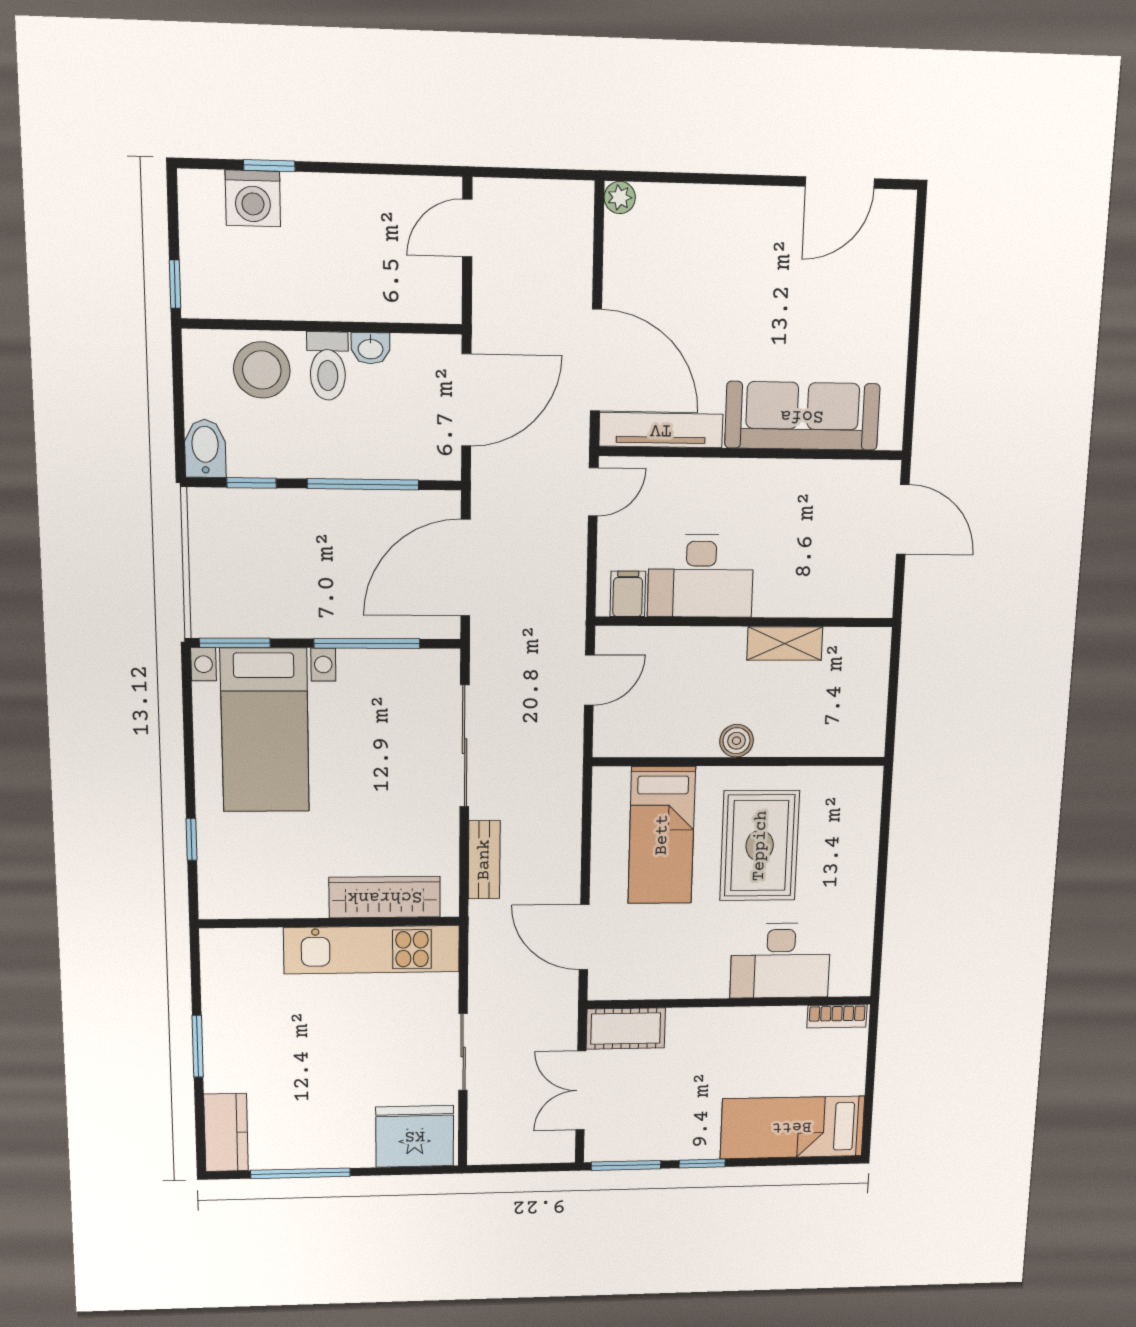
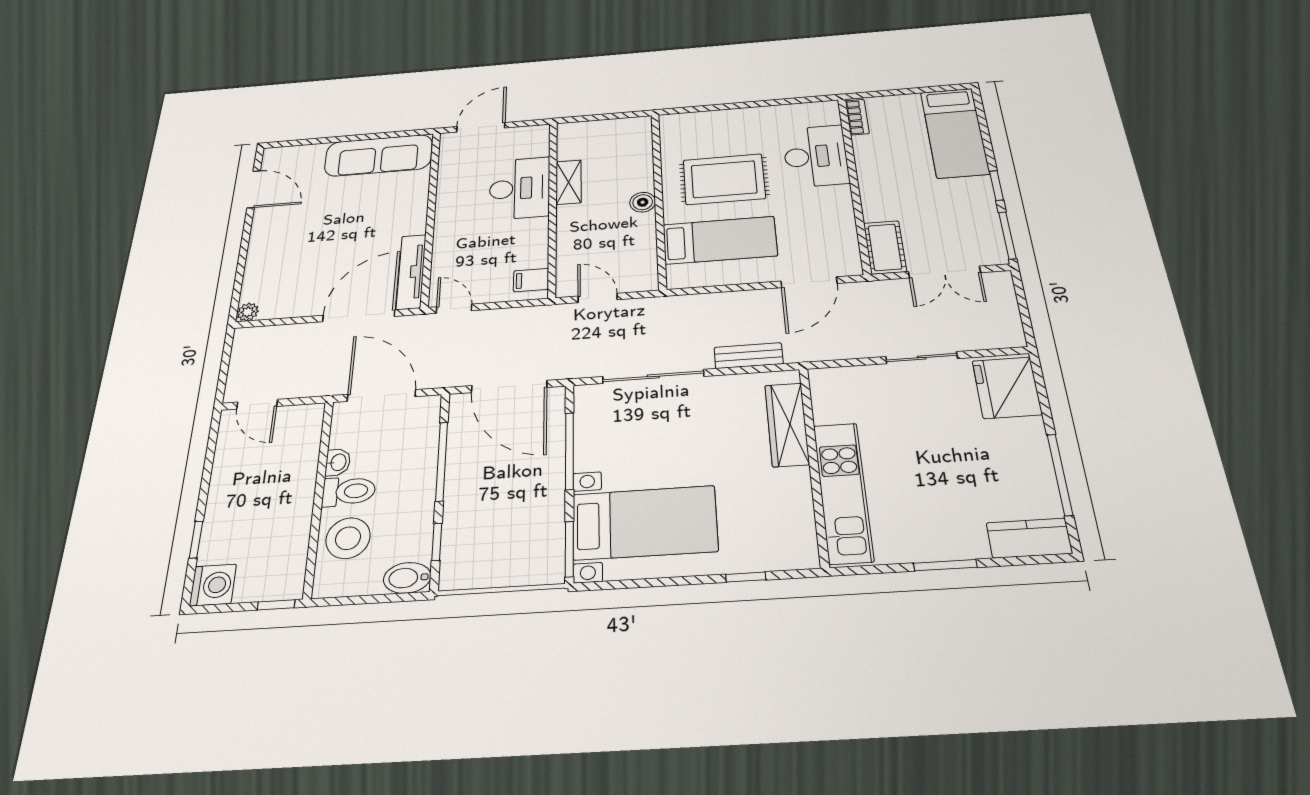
washing machine: (253, 198) -> (213, 585), moved
sofa: (802, 416) -> (378, 155), moved, turned -90
desk: (701, 576) -> (520, 188), moved
kitchen unit: (372, 950) -> (843, 492), moved

